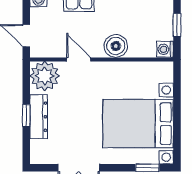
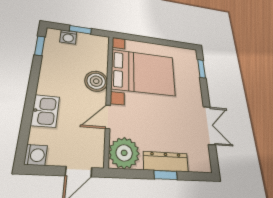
washing machine: (165, 49) -> (68, 37), moved
bed with nightstands: (138, 124) -> (143, 72), moved, turned -90

